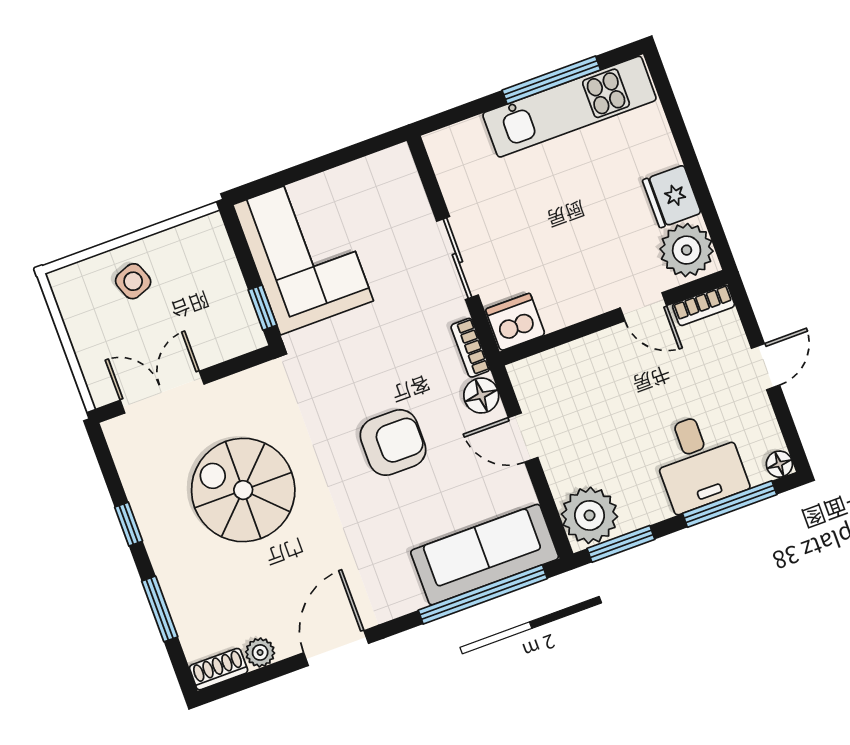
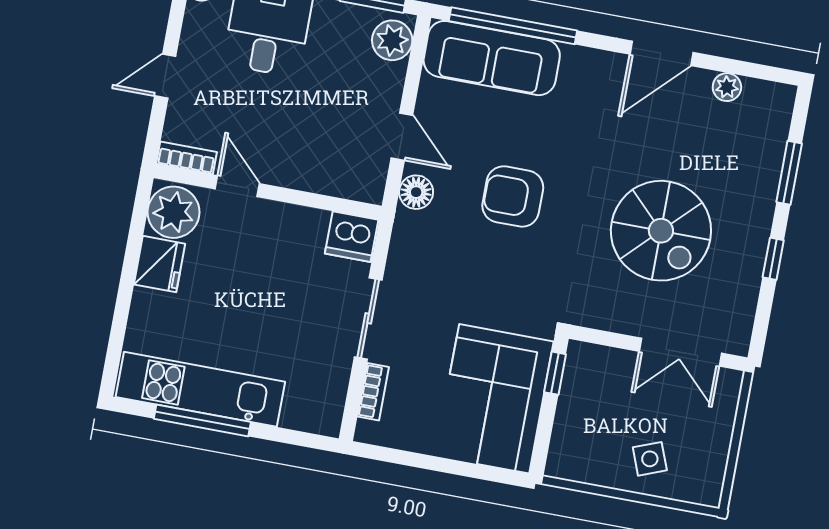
bookcase: (470, 348) -> (373, 392), moved
plant: (590, 515) -> (392, 40), width x0.73, depth x0.73
shoe rack: (219, 669) -> (770, 94), removed

